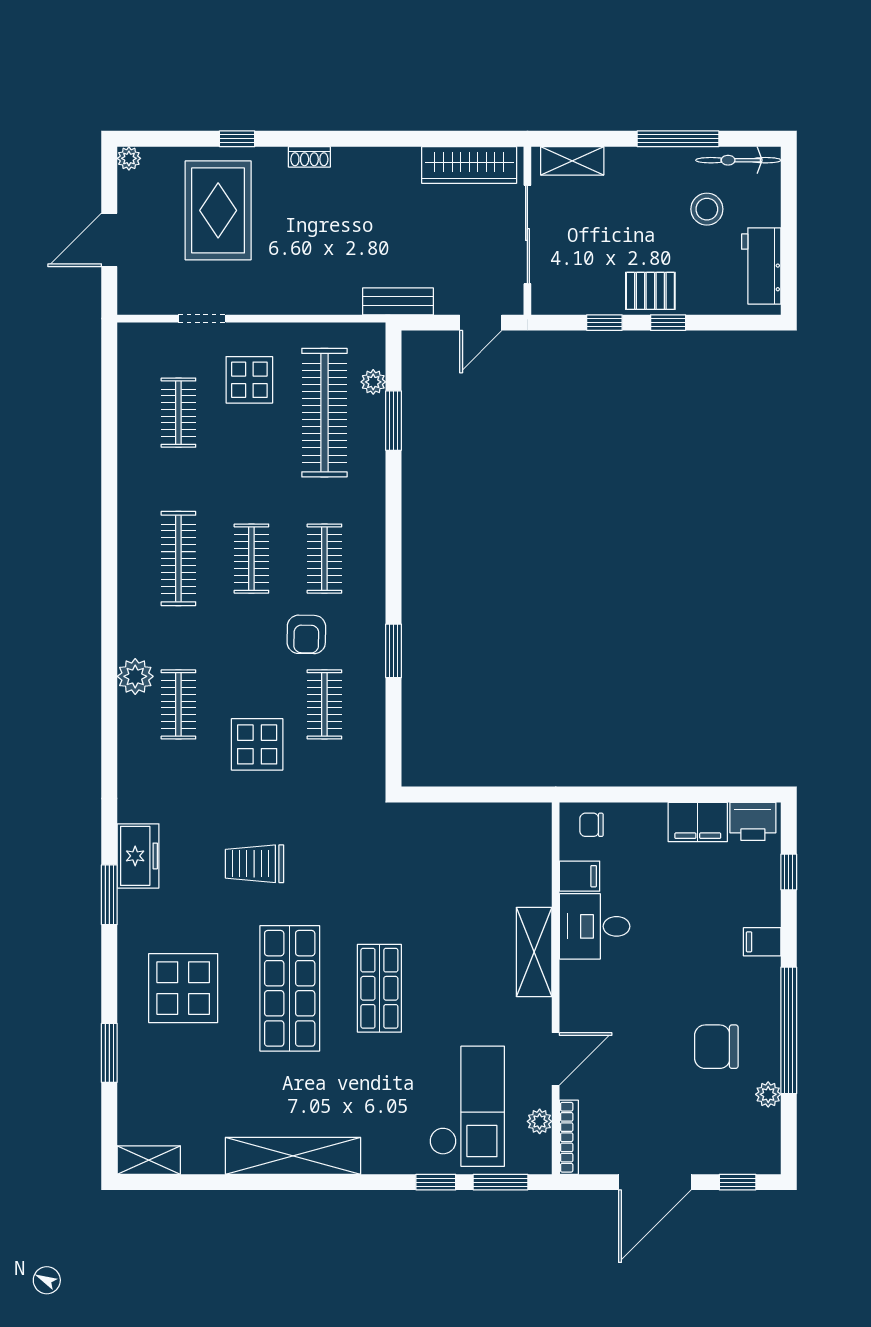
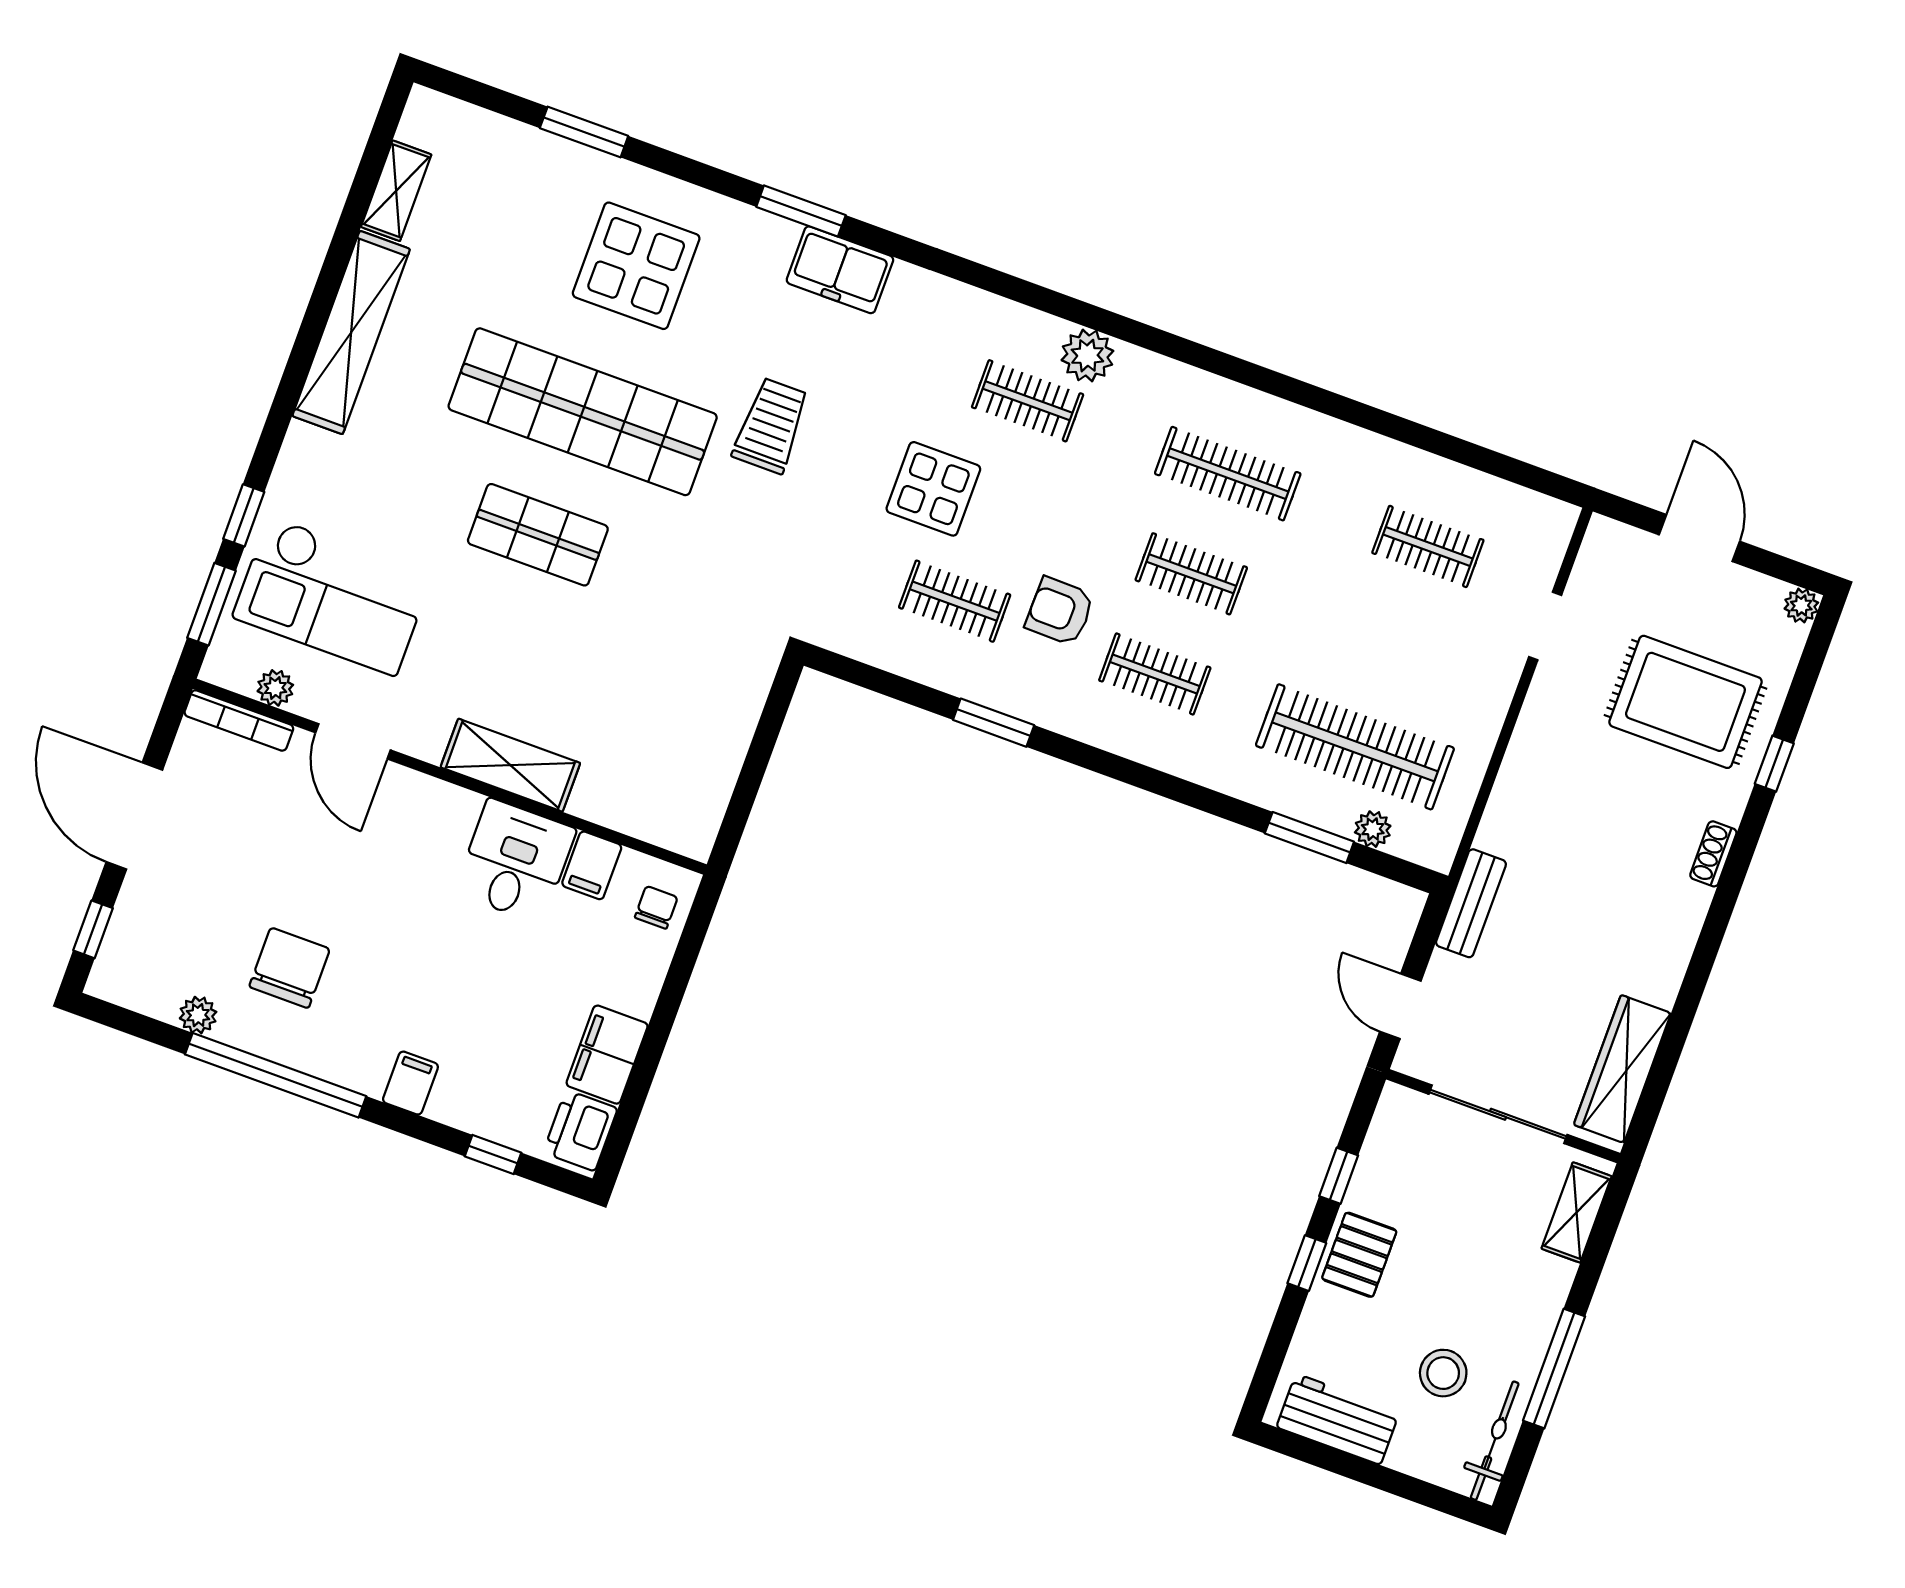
display table: (249, 380) -> (1437, 660), removed
shop shelf: (290, 988) -> (583, 412), width x1.40
shelving: (149, 1160) -> (396, 191), moved

